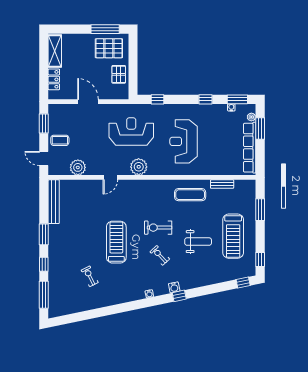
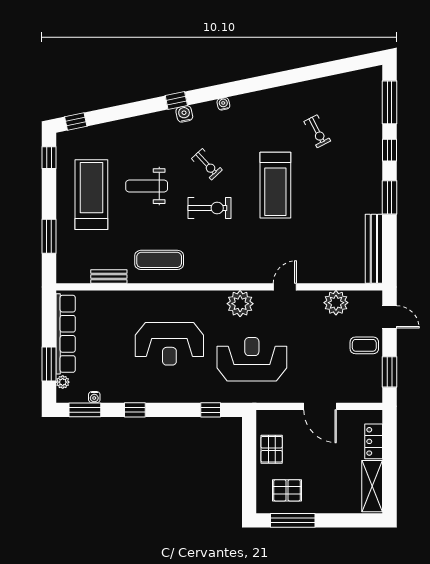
pallet: (109, 48) -> (287, 490), width x0.67, depth x0.71
reception desk: (131, 132) -> (252, 359), turned 180
reception desk: (184, 141) -> (169, 344), turned 90

